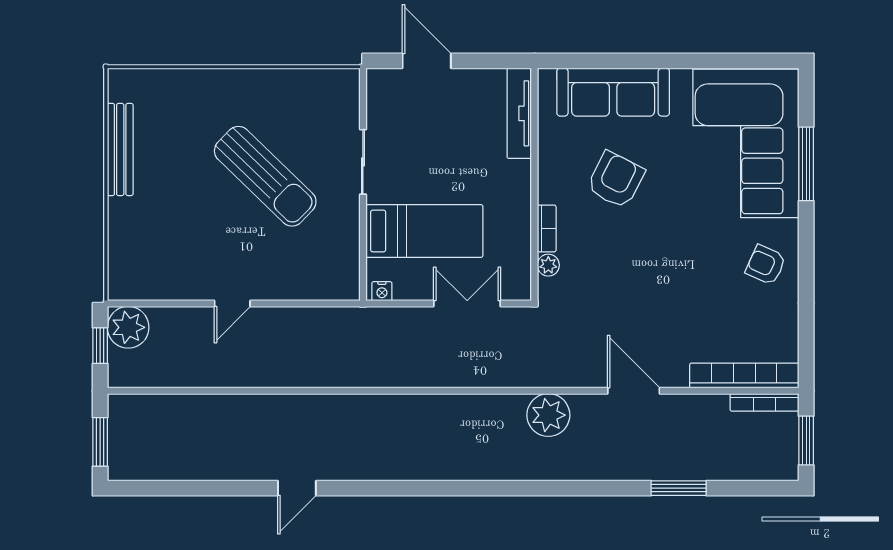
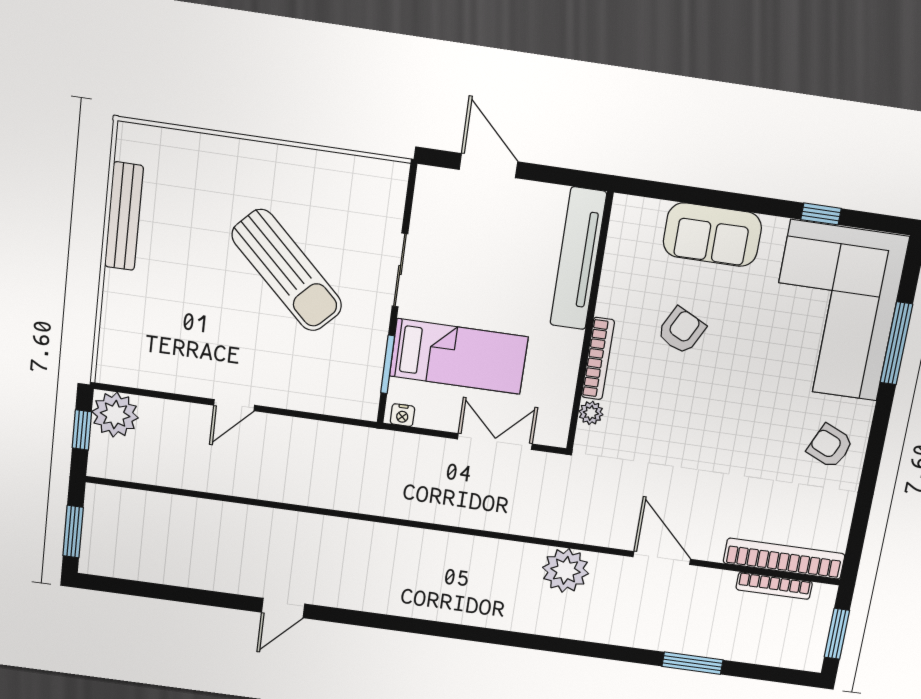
window: (718, 61) -> (821, 214), added
sofa: (613, 92) -> (712, 235), width x0.73
tv unit: (519, 113) -> (578, 259), width x1.36, depth x1.29
armchair: (616, 180) -> (681, 330), width x0.72, depth x0.72
bookcase: (547, 228) -> (598, 359), width x1.56
window: (363, 247) -> (388, 364), added
bookcase: (764, 402) -> (774, 586), moved

